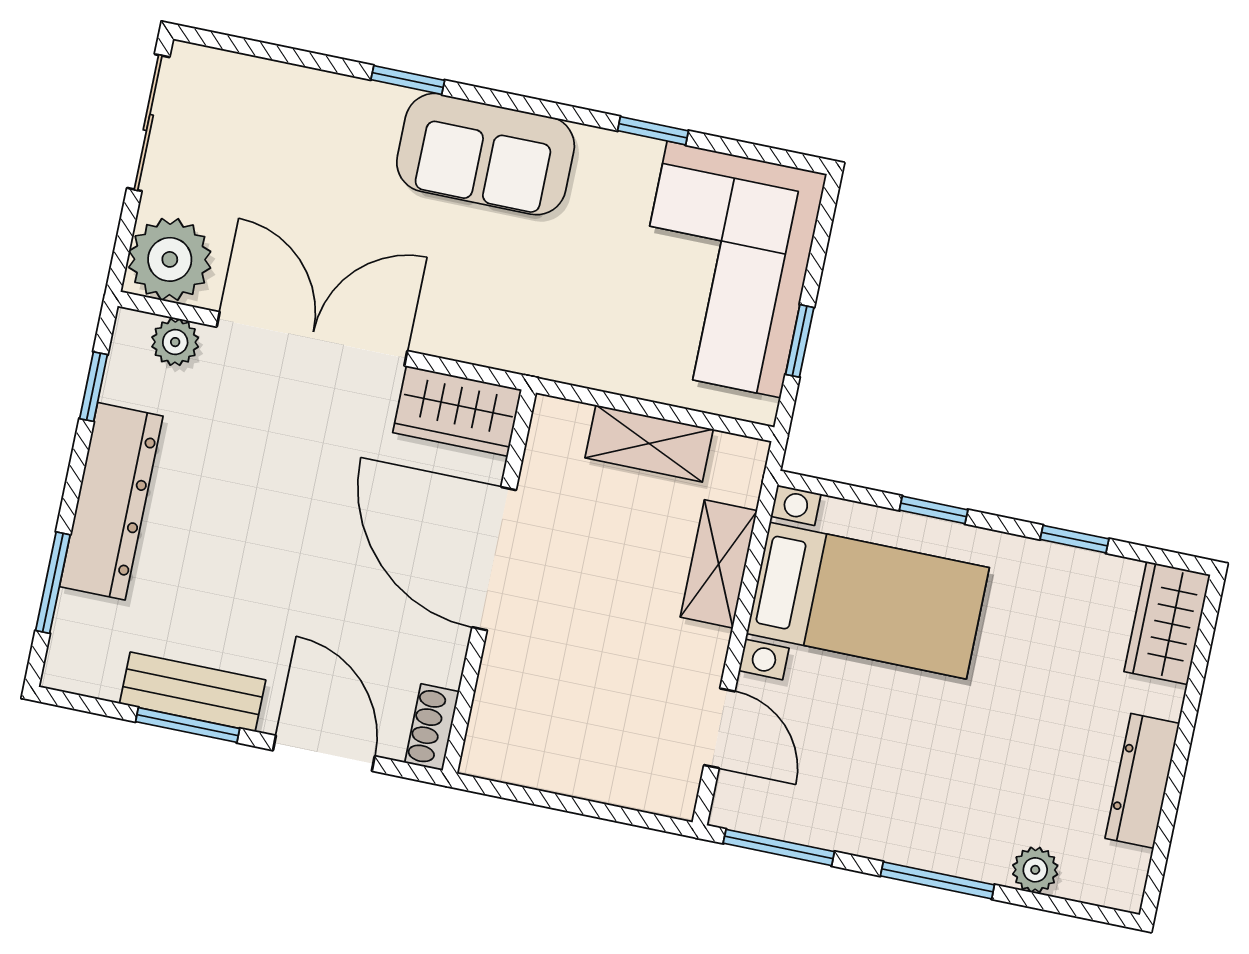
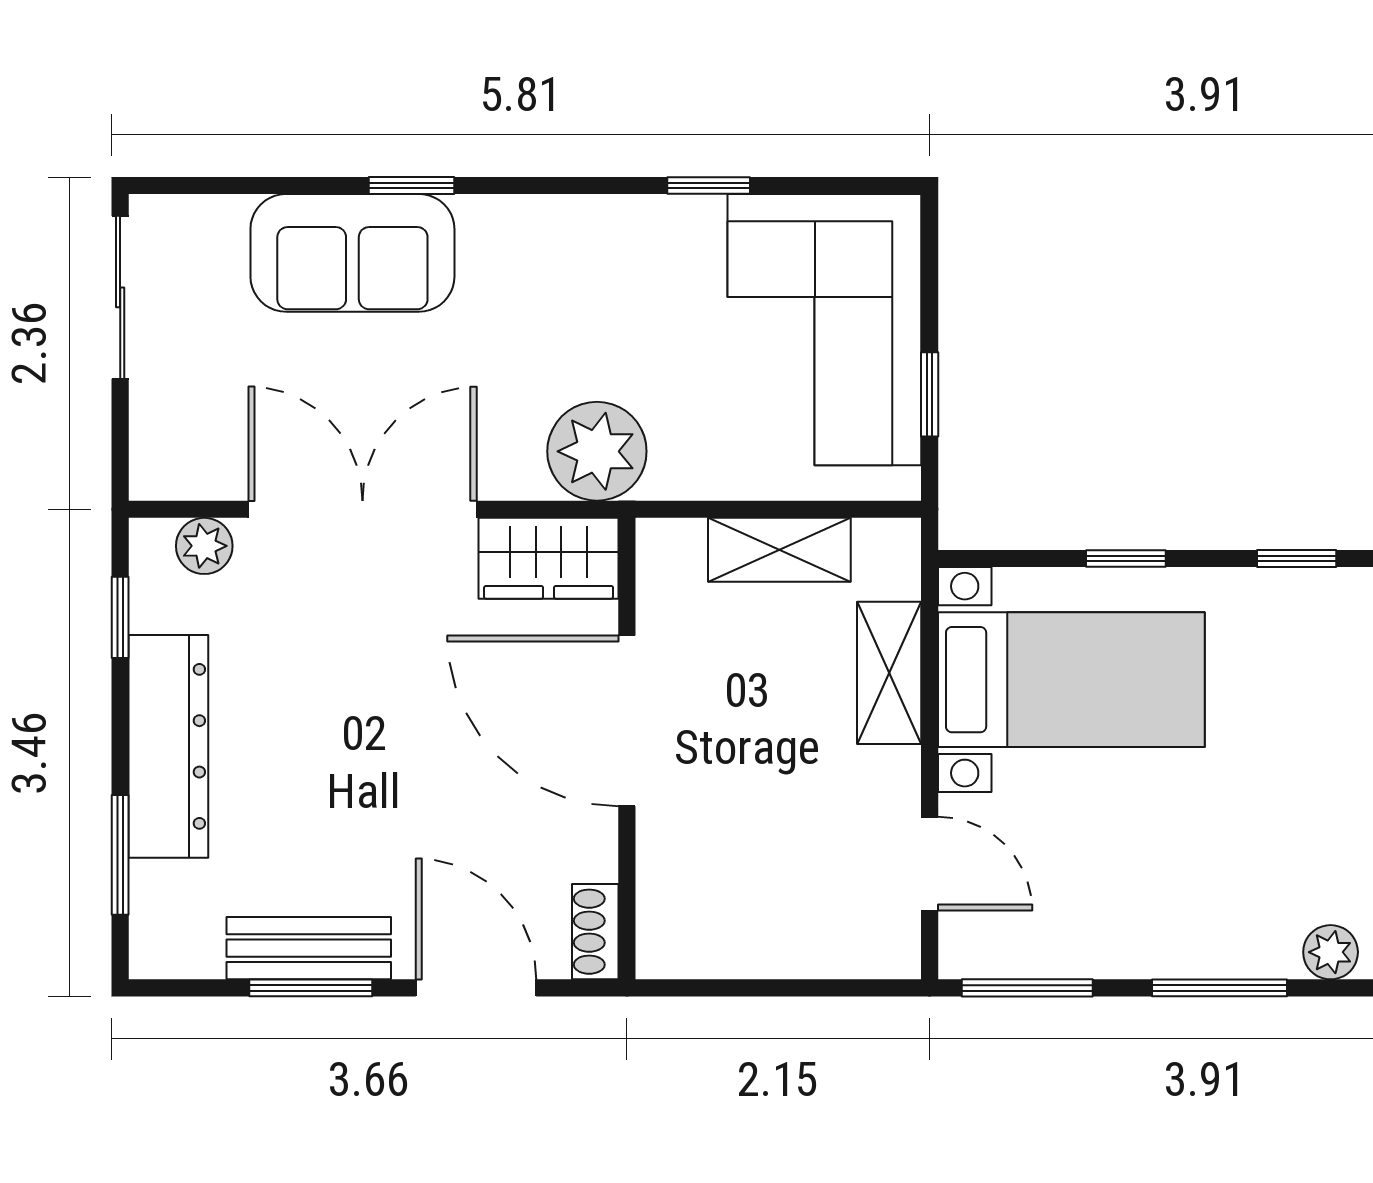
sofa: (486, 154) -> (352, 253), moved
plant: (170, 259) -> (597, 451), moved

